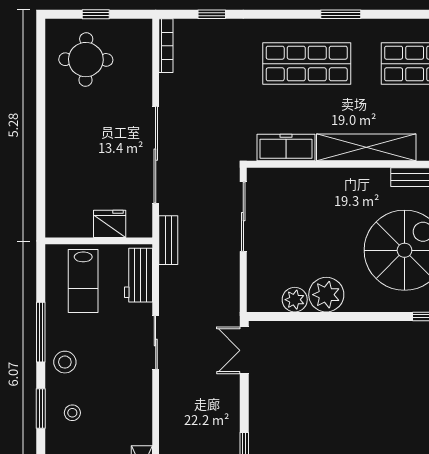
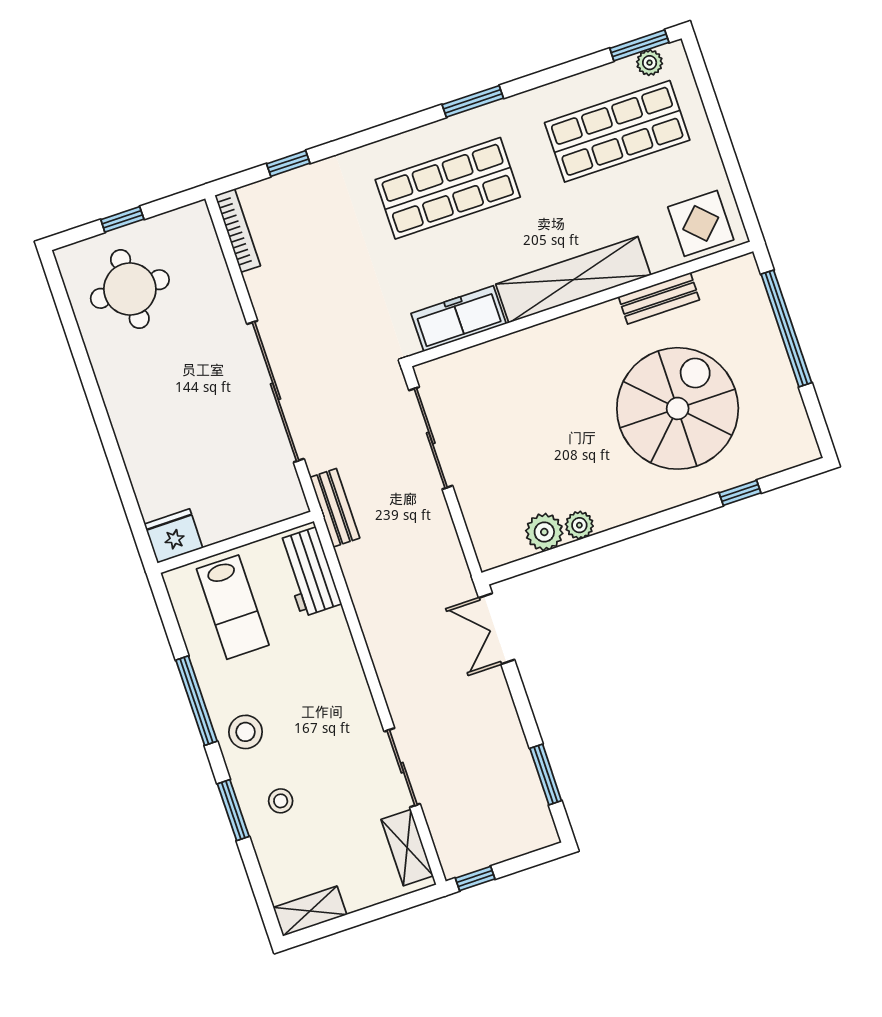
fridge: (110, 224) -> (173, 536), moved
plant: (326, 295) -> (579, 525), width x0.53, depth x0.53
sliding door: (156, 342) -> (402, 768), moved

